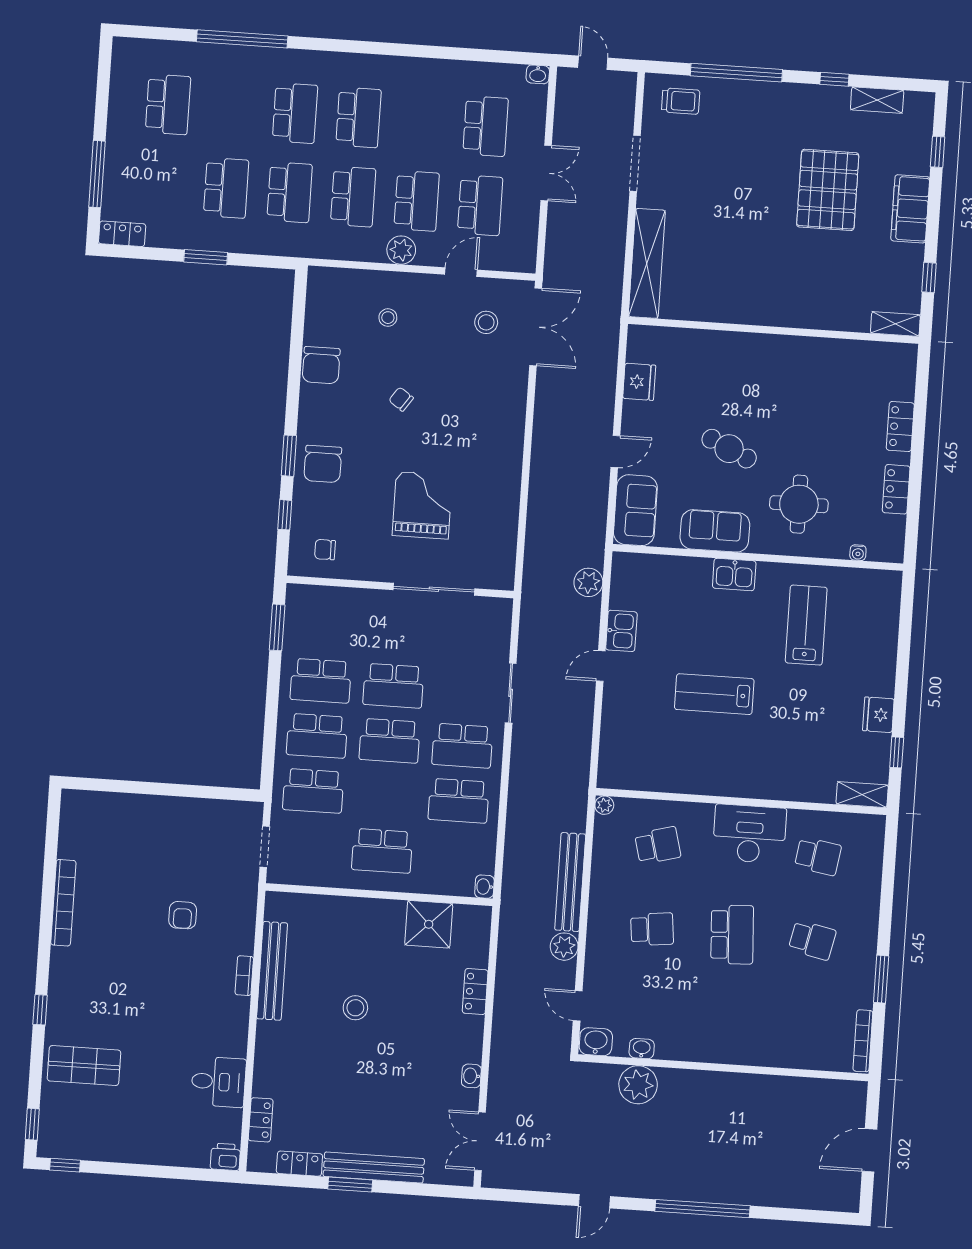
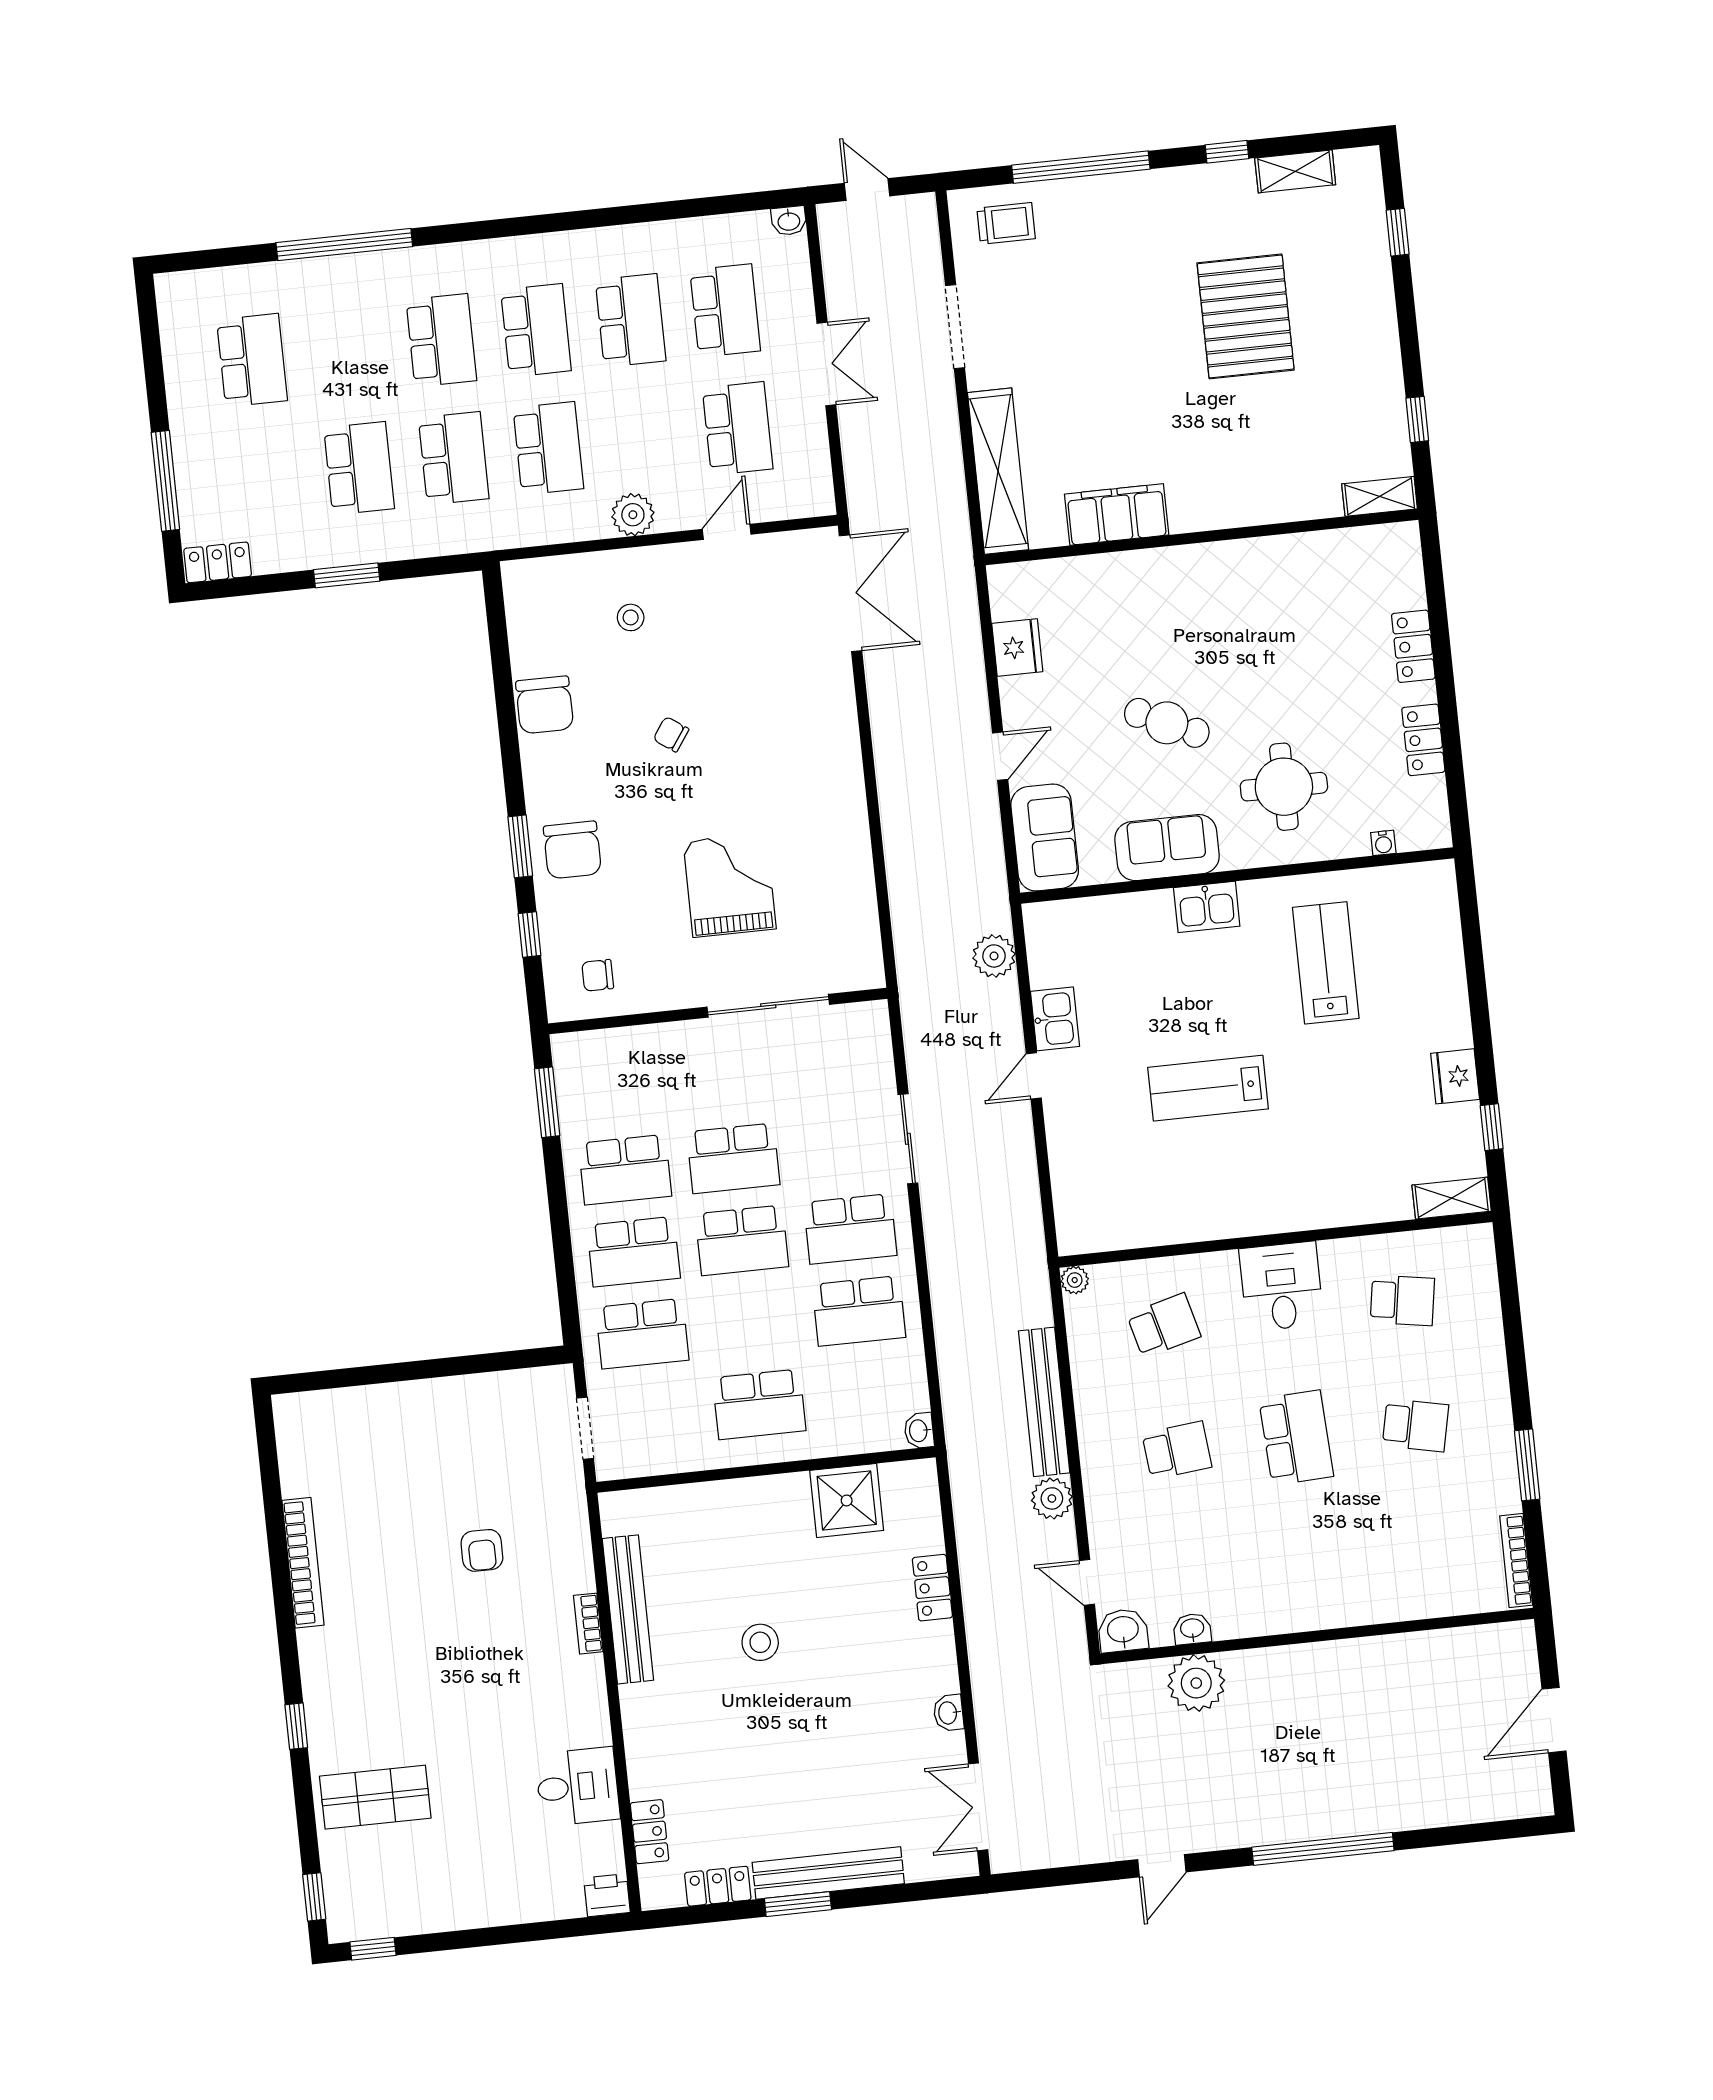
school desk: (417, 201) -> (631, 320), moved
filing cabinet: (910, 209) -> (1117, 515), moved, turned 90
stool: (486, 322) -> (777, 599), removed
desk: (749, 834) -> (1281, 1286), width x0.73

